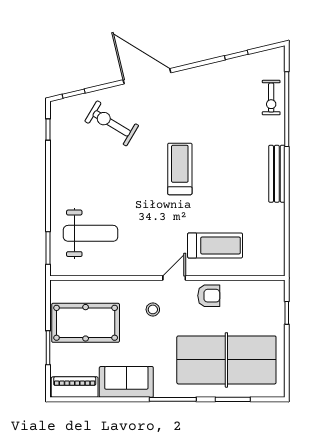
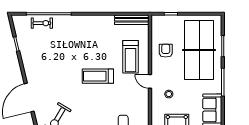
treadmill: (180, 169) -> (98, 76), moved
bench: (277, 174) -> (132, 20), moved
treadmill: (215, 245) -> (130, 57), turned 180
armchair: (209, 296) -> (166, 51), moved

